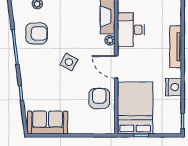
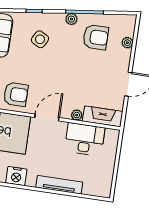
armchair: (37, 33) -> (96, 37), turned -90
plant: (23, 58) -> (71, 19), added
side table: (69, 62) -> (40, 39), moved

